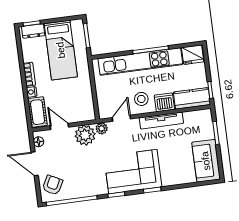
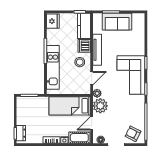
bed: (61, 50) -> (70, 106), moved, turned 180
kitchen unit: (140, 62) -> (53, 67), width x0.73
door: (121, 118) -> (92, 78), swing flipped
sofa: (206, 161) -> (117, 22), moved

